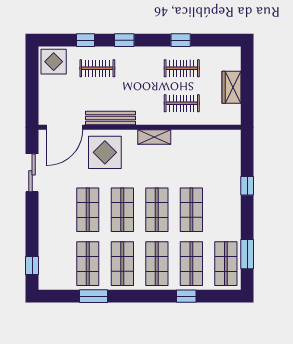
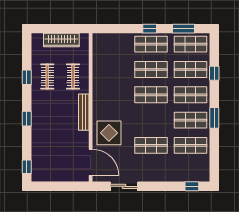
window: (85, 40) -> (27, 167), moved
display table: (54, 62) -> (42, 170), removed
clothes rail: (97, 68) -> (47, 138), removed
wardrobe: (231, 87) -> (61, 40), width x1.50
bench: (110, 118) -> (84, 112), moved
shelving: (154, 137) -> (98, 97), removed
window: (247, 186) -> (150, 29), moved
shop shelf: (122, 210) -> (151, 44), moved
window: (93, 296) -> (214, 118), moved

